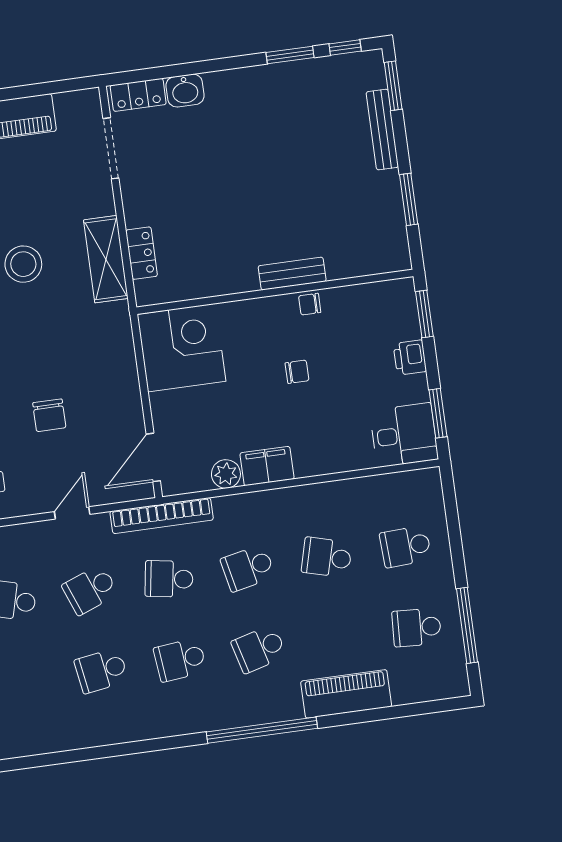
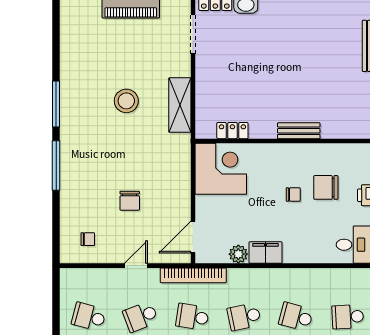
locker: (141, 253) -> (232, 131), moved, turned -90
chair: (310, 304) -> (326, 187), moved, width x1.87, depth x1.87

